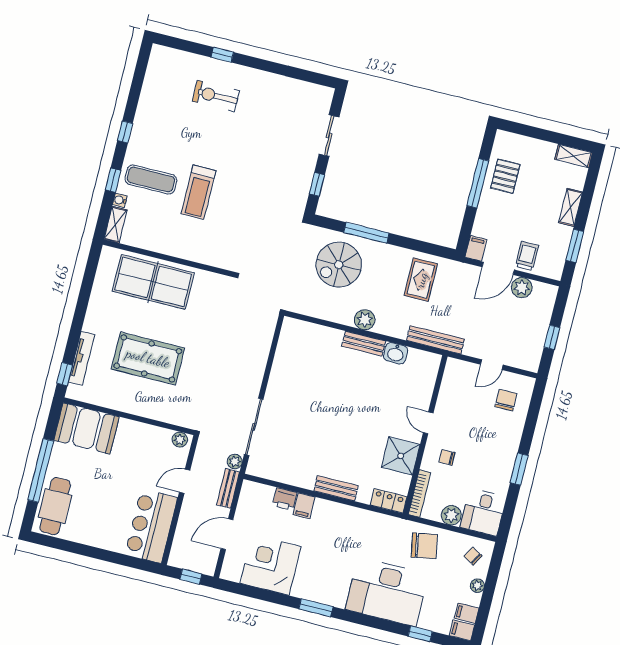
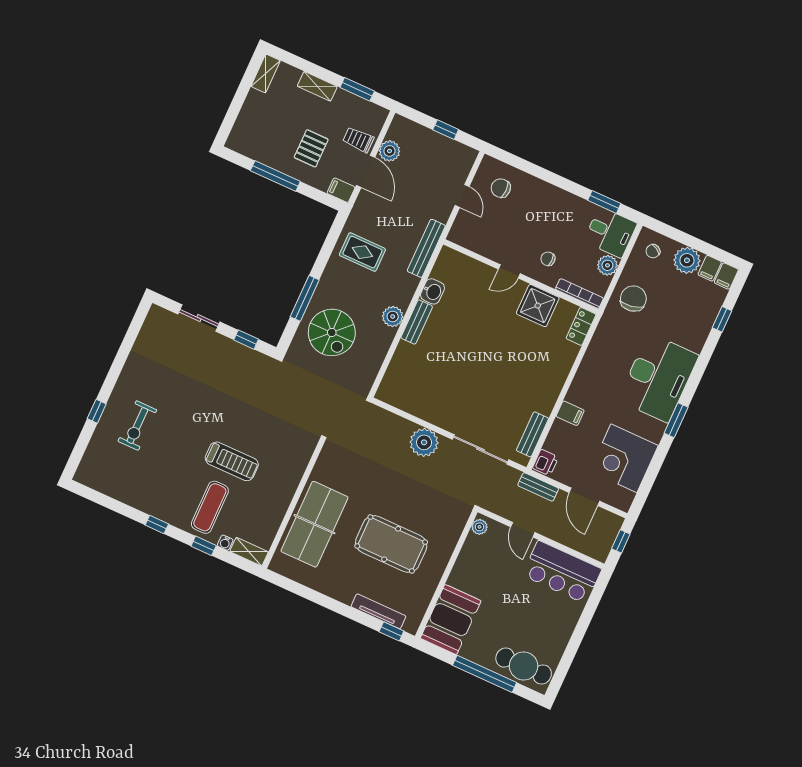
pallet: (505, 176) -> (311, 148), moved, turned 90
pool table: (148, 358) -> (391, 544), turned 90
chair: (447, 457) -> (548, 259), turned 90
plant: (235, 461) -> (424, 442), moved, width x1.88, depth x1.88
window: (519, 469) -> (604, 202), moved
bench: (336, 488) -> (532, 434), moved
printer: (285, 499) -> (545, 463), moved
plant: (477, 586) -> (687, 260), width x1.87, depth x1.87
desk: (387, 592) -> (658, 378), moved

